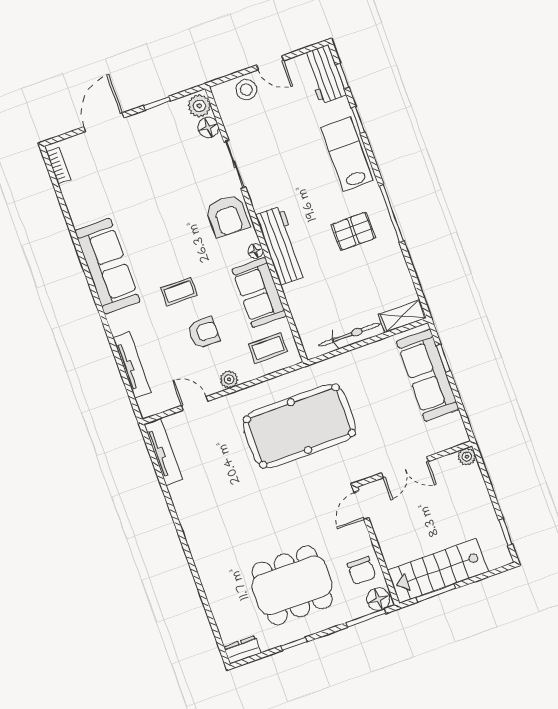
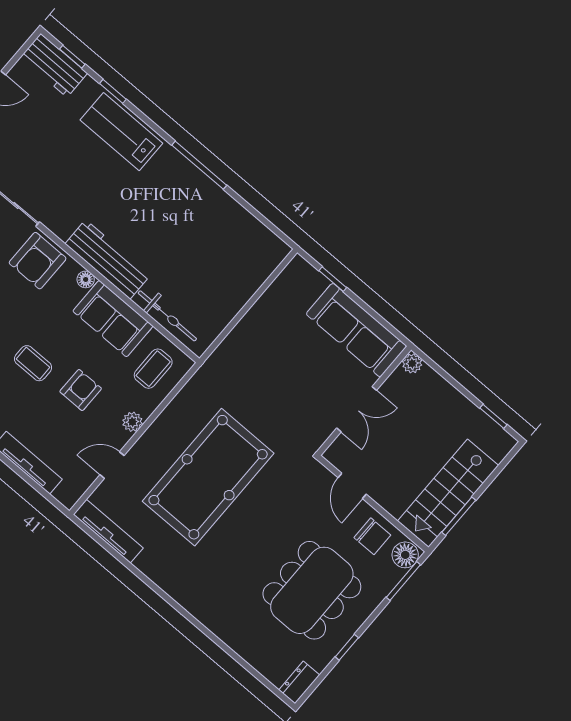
armchair: (227, 216) -> (38, 261), turned 90
pallet: (353, 231) -> (171, 204), removed
coffee table: (179, 292) -> (33, 363), turned 90
shelving: (403, 316) -> (268, 261), removed
bicycle: (349, 335) -> (167, 316), moved, turned 90
sofa: (428, 375) -> (356, 330), moved
pool table: (299, 426) -> (208, 477), moved
door: (361, 505) -> (352, 486), moved

